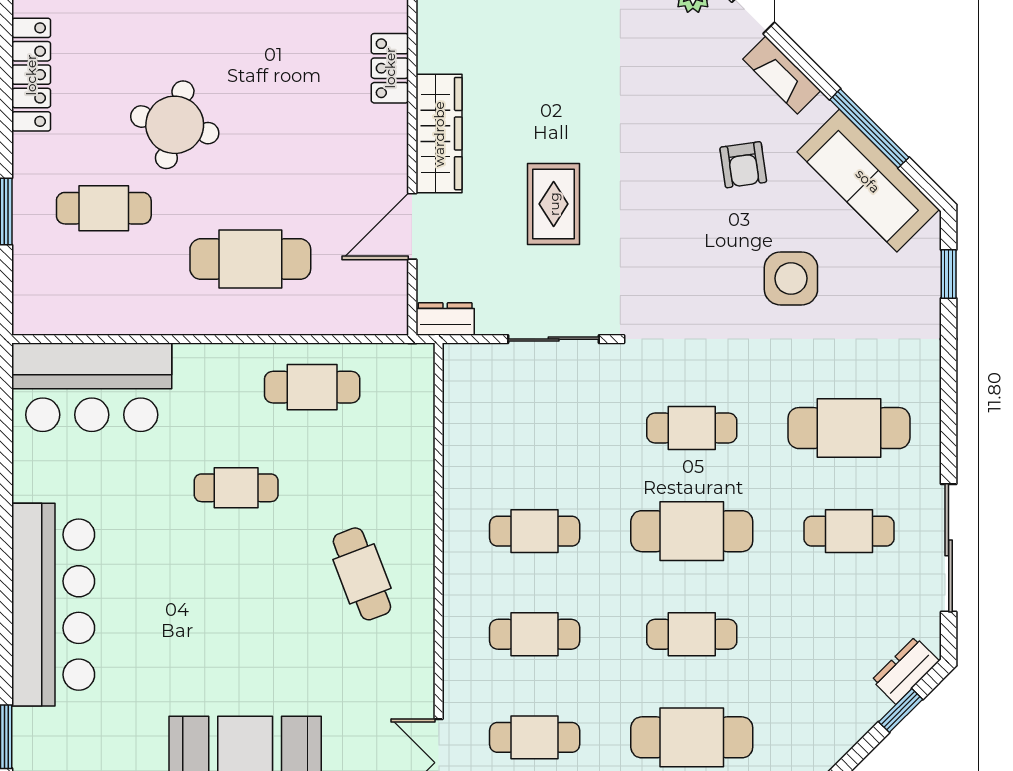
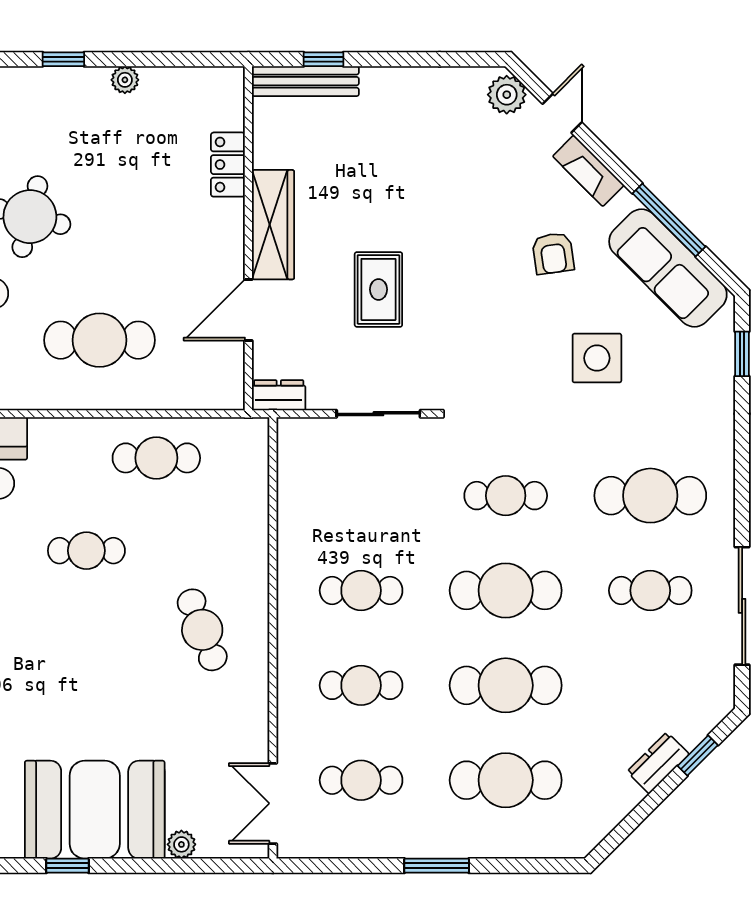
cafe table: (692, 634) -> (506, 685), width x1.37, depth x1.35
dresser: (905, 670) -> (658, 763), moved

